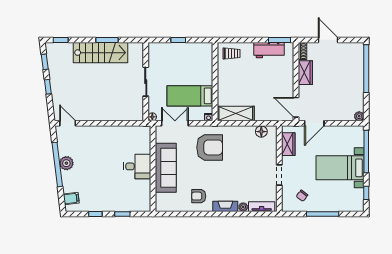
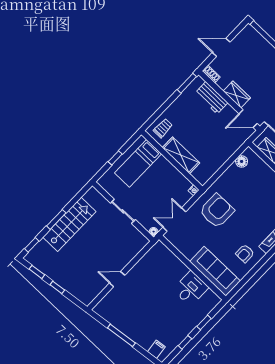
window: (107, 40) -> (56, 219), moved
workbench: (269, 50) -> (211, 98), moved, turned 90
wardrobe: (305, 73) -> (237, 94), moved
bed: (190, 96) -> (138, 163), moved
shelving: (236, 114) -> (181, 155), moved, turned 90
door: (68, 123) -> (117, 279), moved
plant: (66, 163) -> (127, 328), removed
window: (57, 164) -> (121, 335), width x0.68
desk: (137, 166) -> (191, 289), moved
sofa: (166, 168) -> (215, 271), moved

